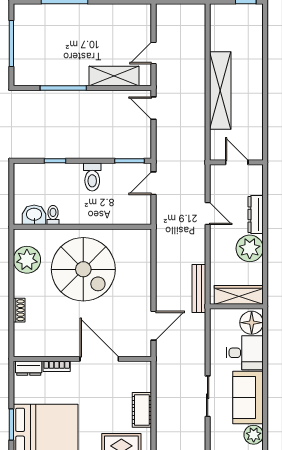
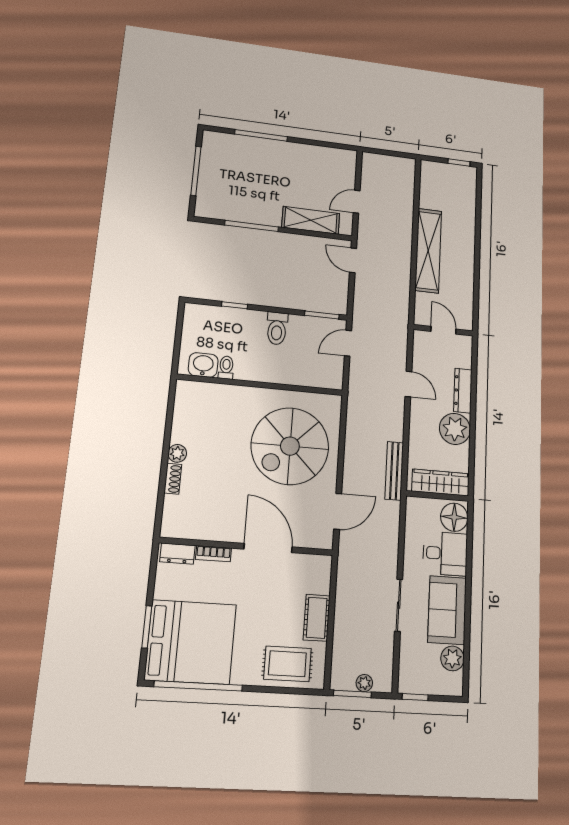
plant: (27, 260) -> (177, 453), moved, width x0.53, depth x0.53
spiral stairs: (83, 269) -> (290, 446), moved, turned 90

